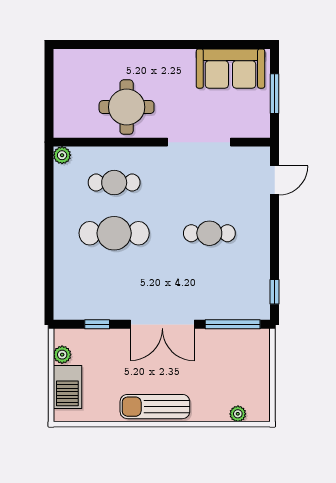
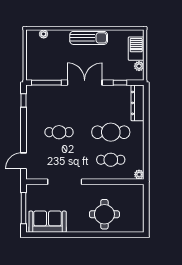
window: (275, 94) -> (24, 208), width x1.44
round table: (127, 107) -> (104, 214), moved
dresser: (65, 287) -> (137, 103), added

